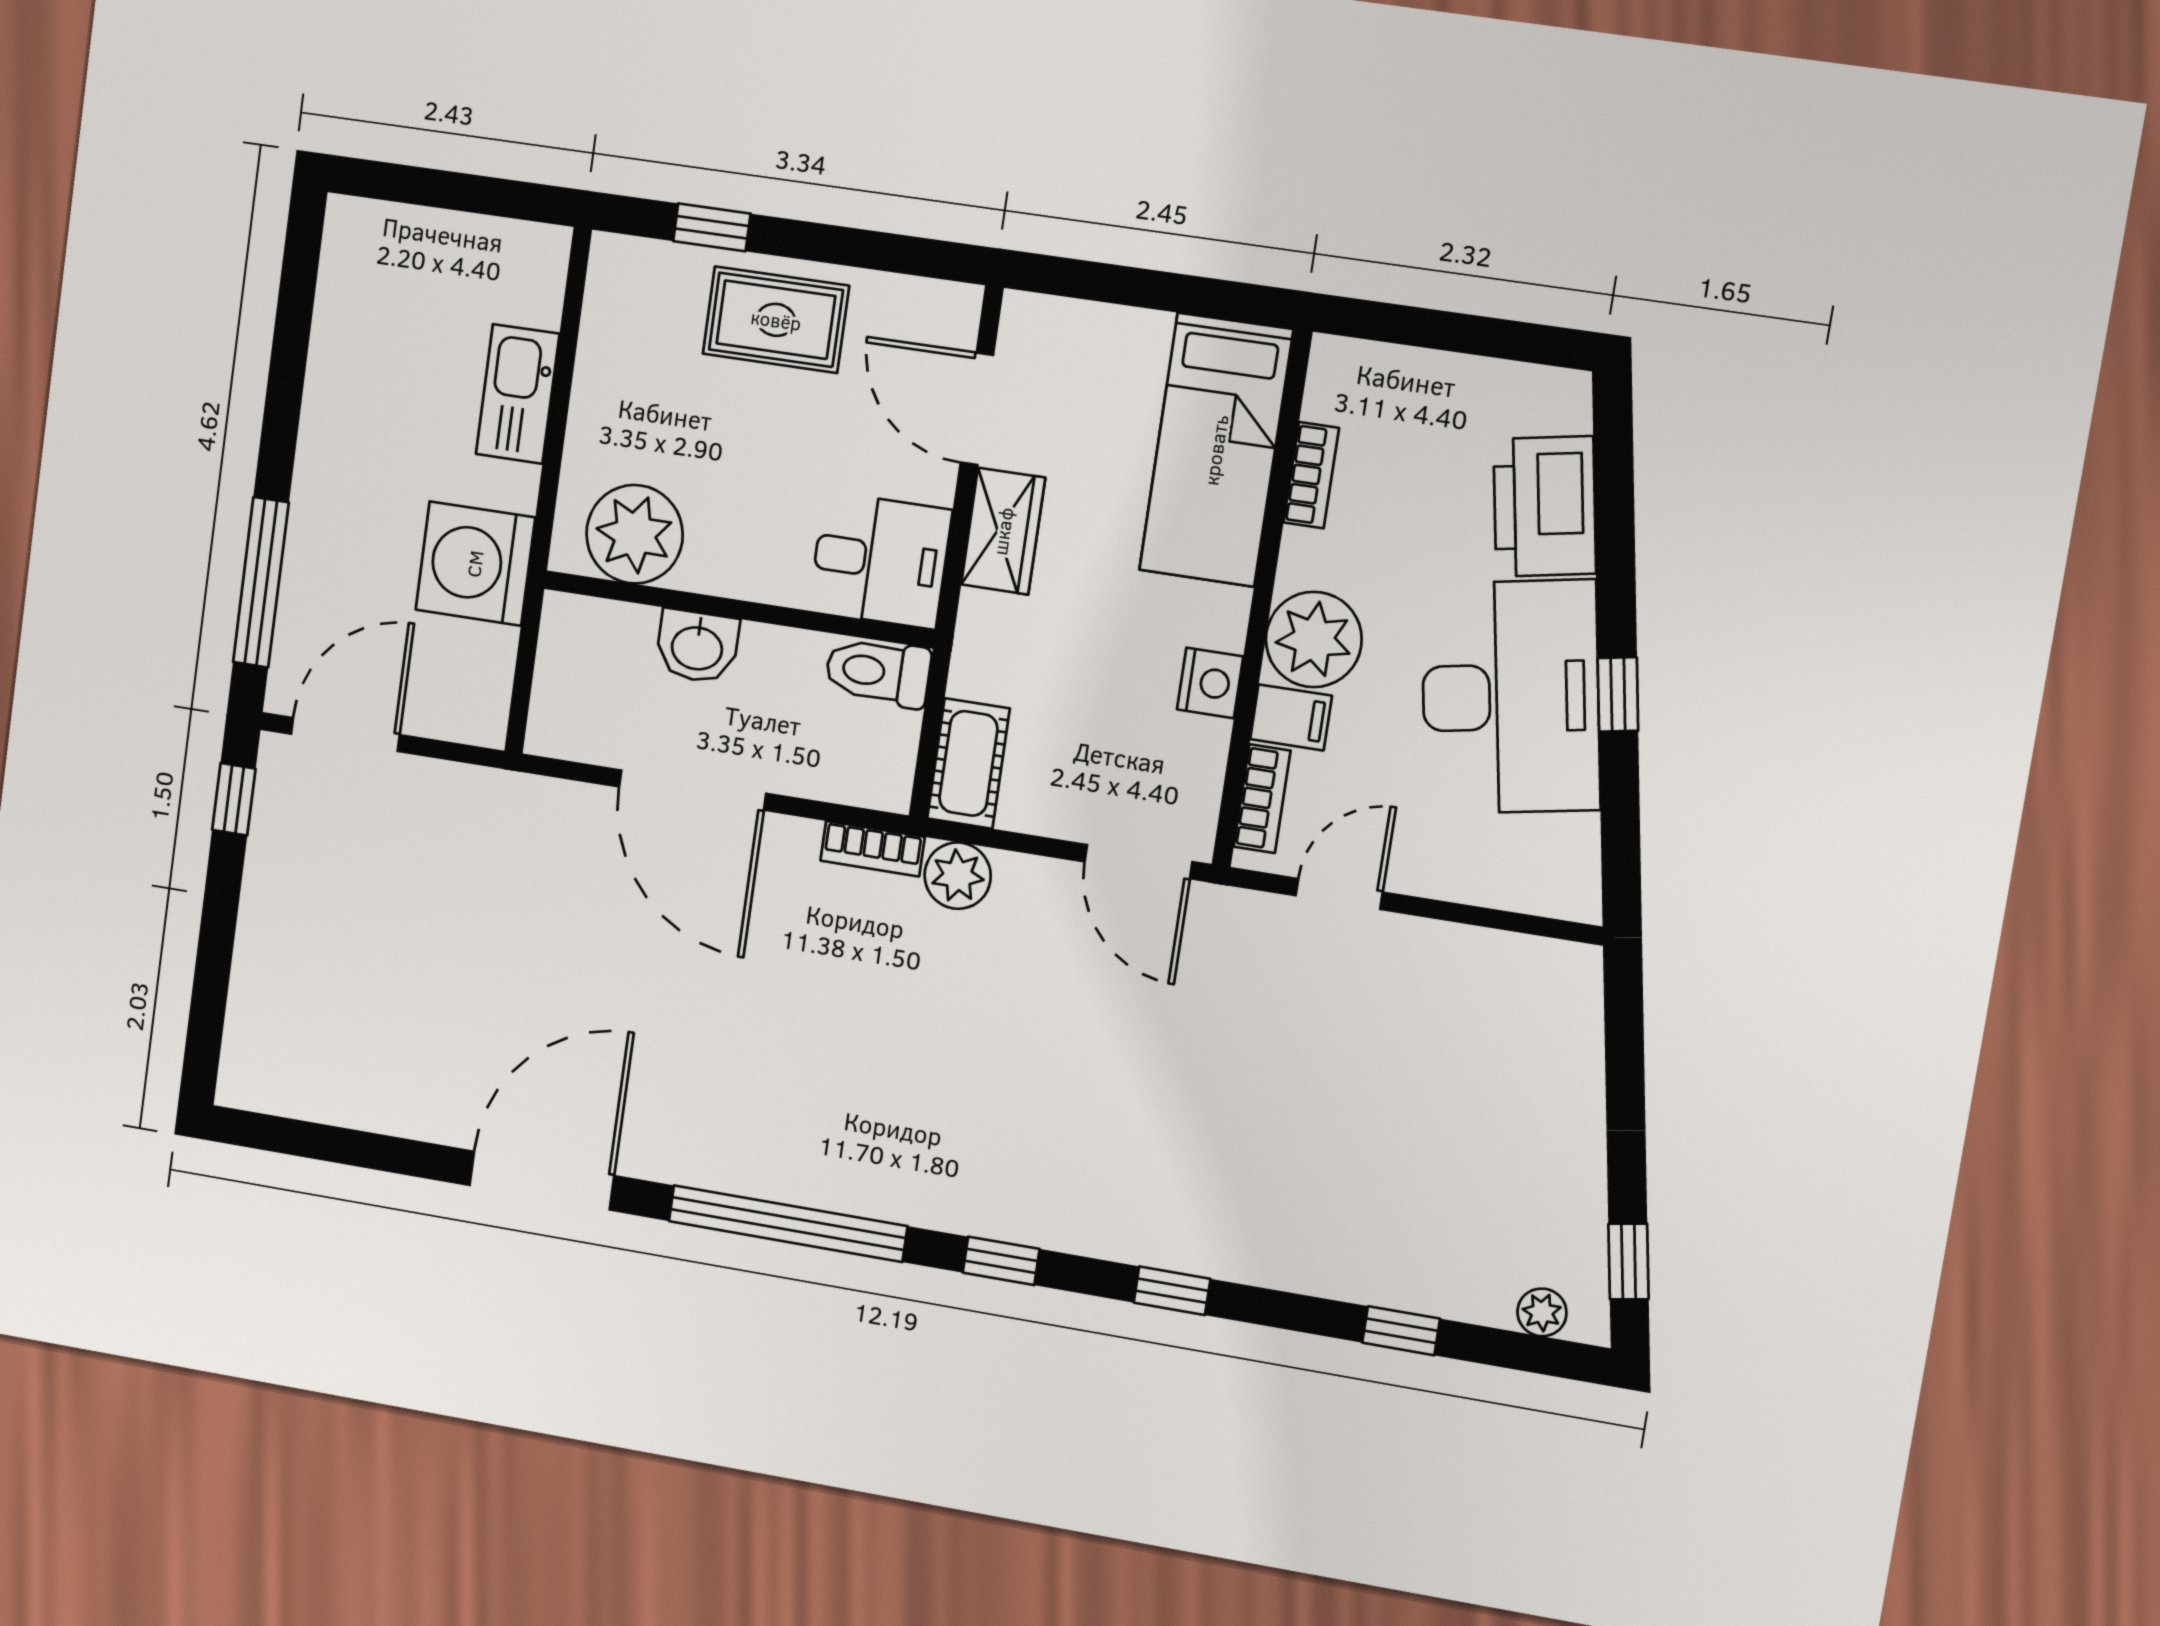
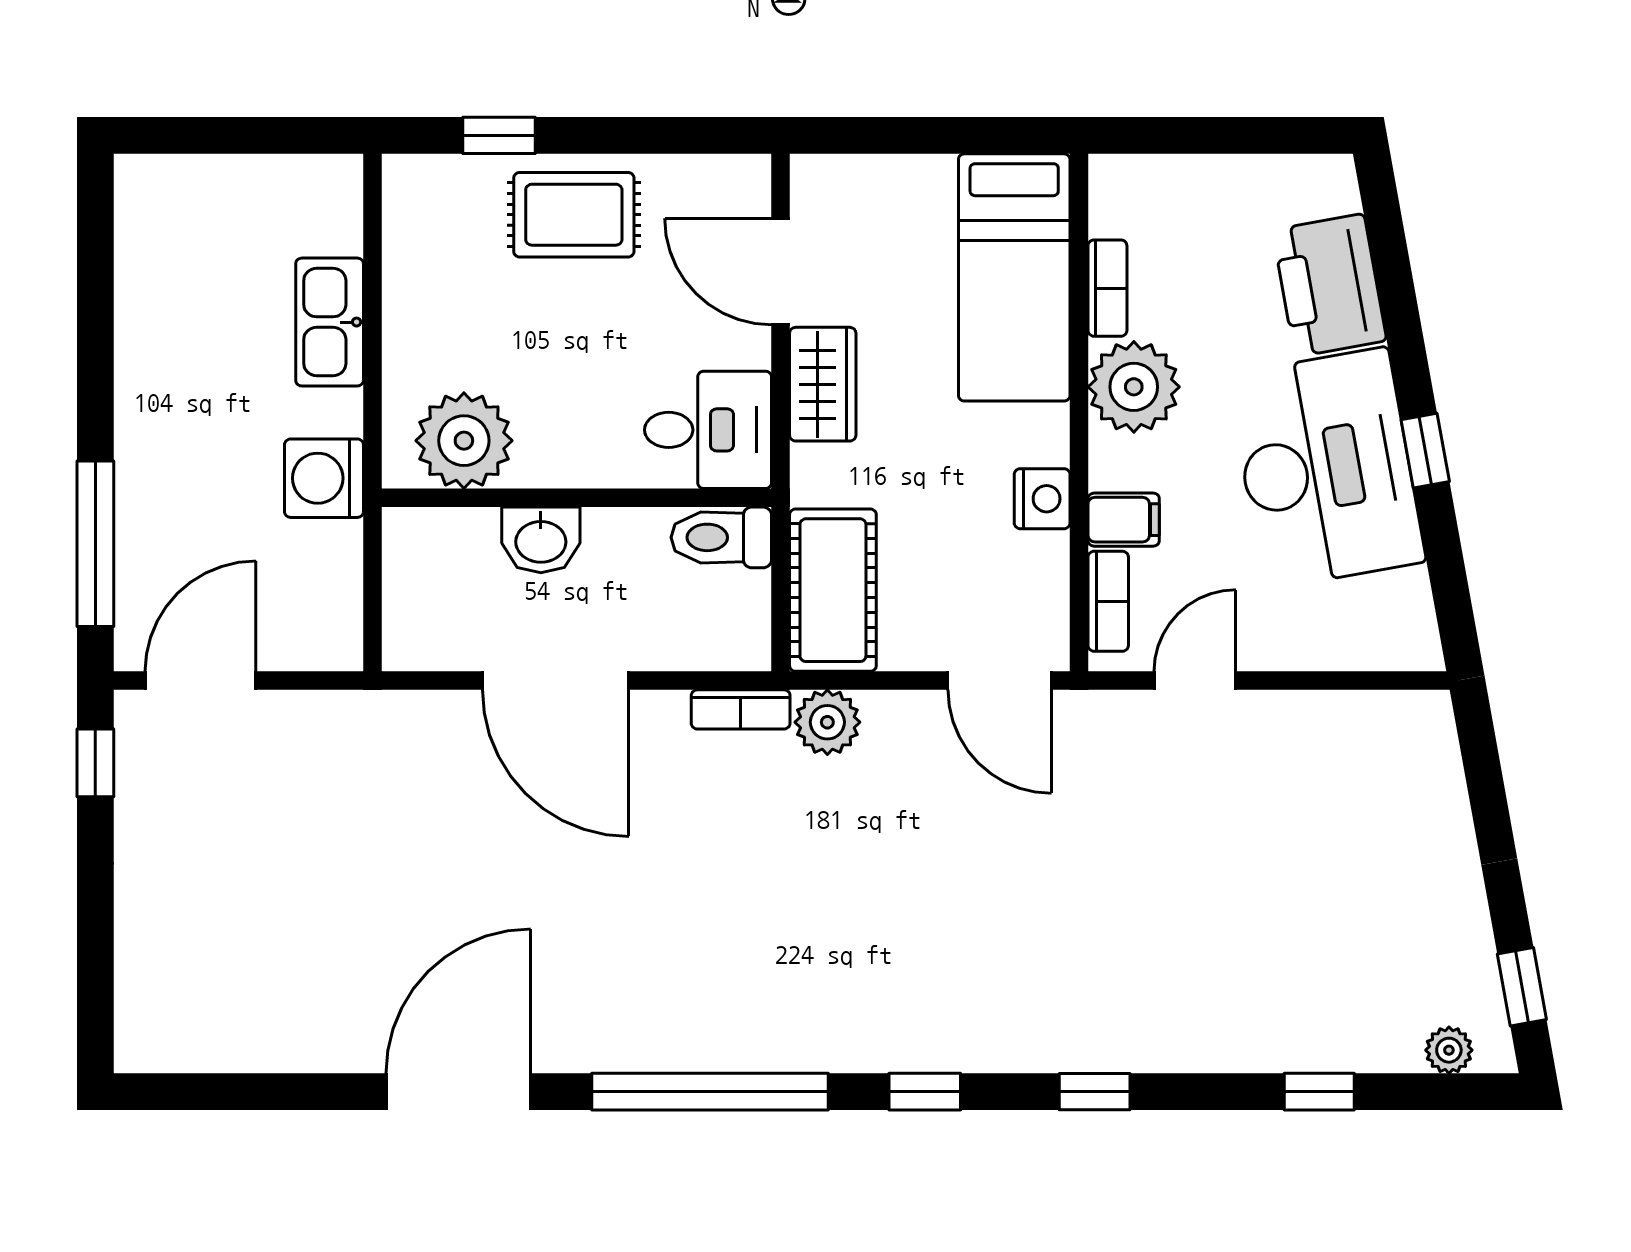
washing machine: (475, 564) -> (324, 478), width x0.73, depth x0.73
plant: (1314, 640) -> (1134, 387), moved
cot: (968, 764) -> (833, 590), width x1.37, depth x1.34

